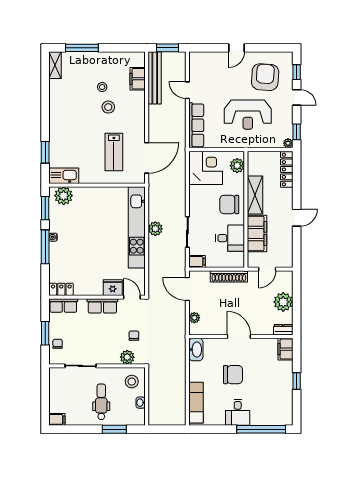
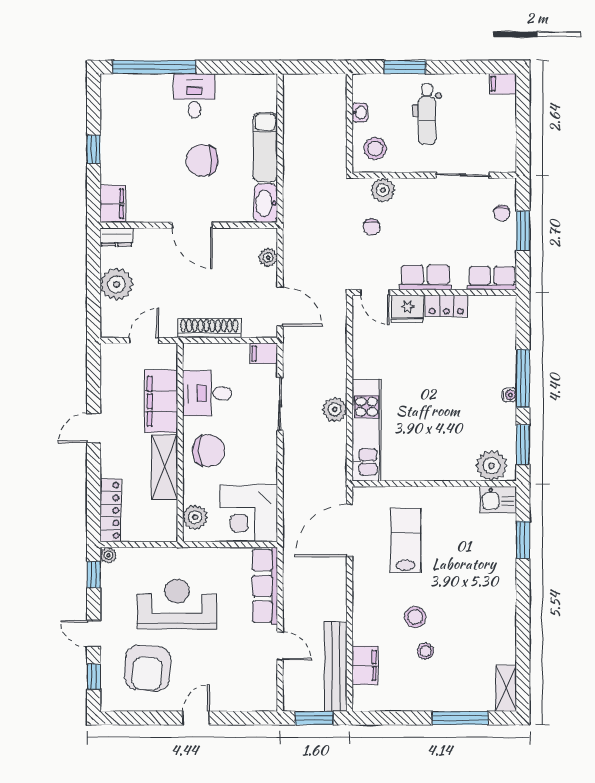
kitchen sink: (64, 176) -> (498, 500), width x0.73
kitchen unit: (137, 227) -> (367, 430), width x0.73
locker: (61, 289) -> (446, 306), moved
exam couch: (196, 403) -> (265, 147), moved

